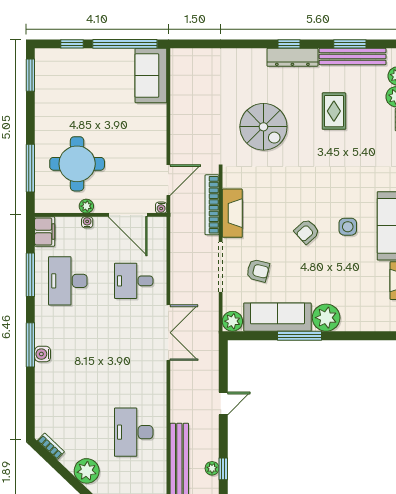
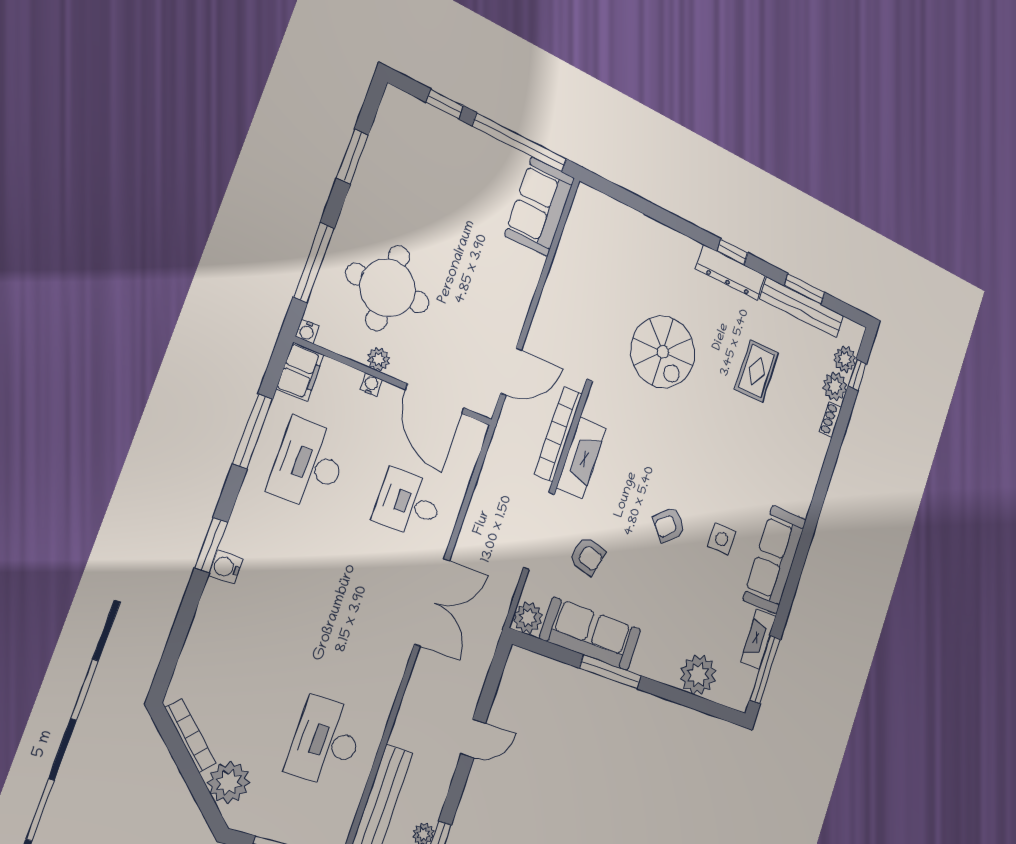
window: (30, 75) -> (352, 157), moved
water cooler: (161, 208) -> (307, 331), moved
plant: (326, 318) -> (698, 675), moved
window: (30, 345) -> (211, 545), width x0.69
bookcase: (51, 446) -> (191, 736), width x1.56

